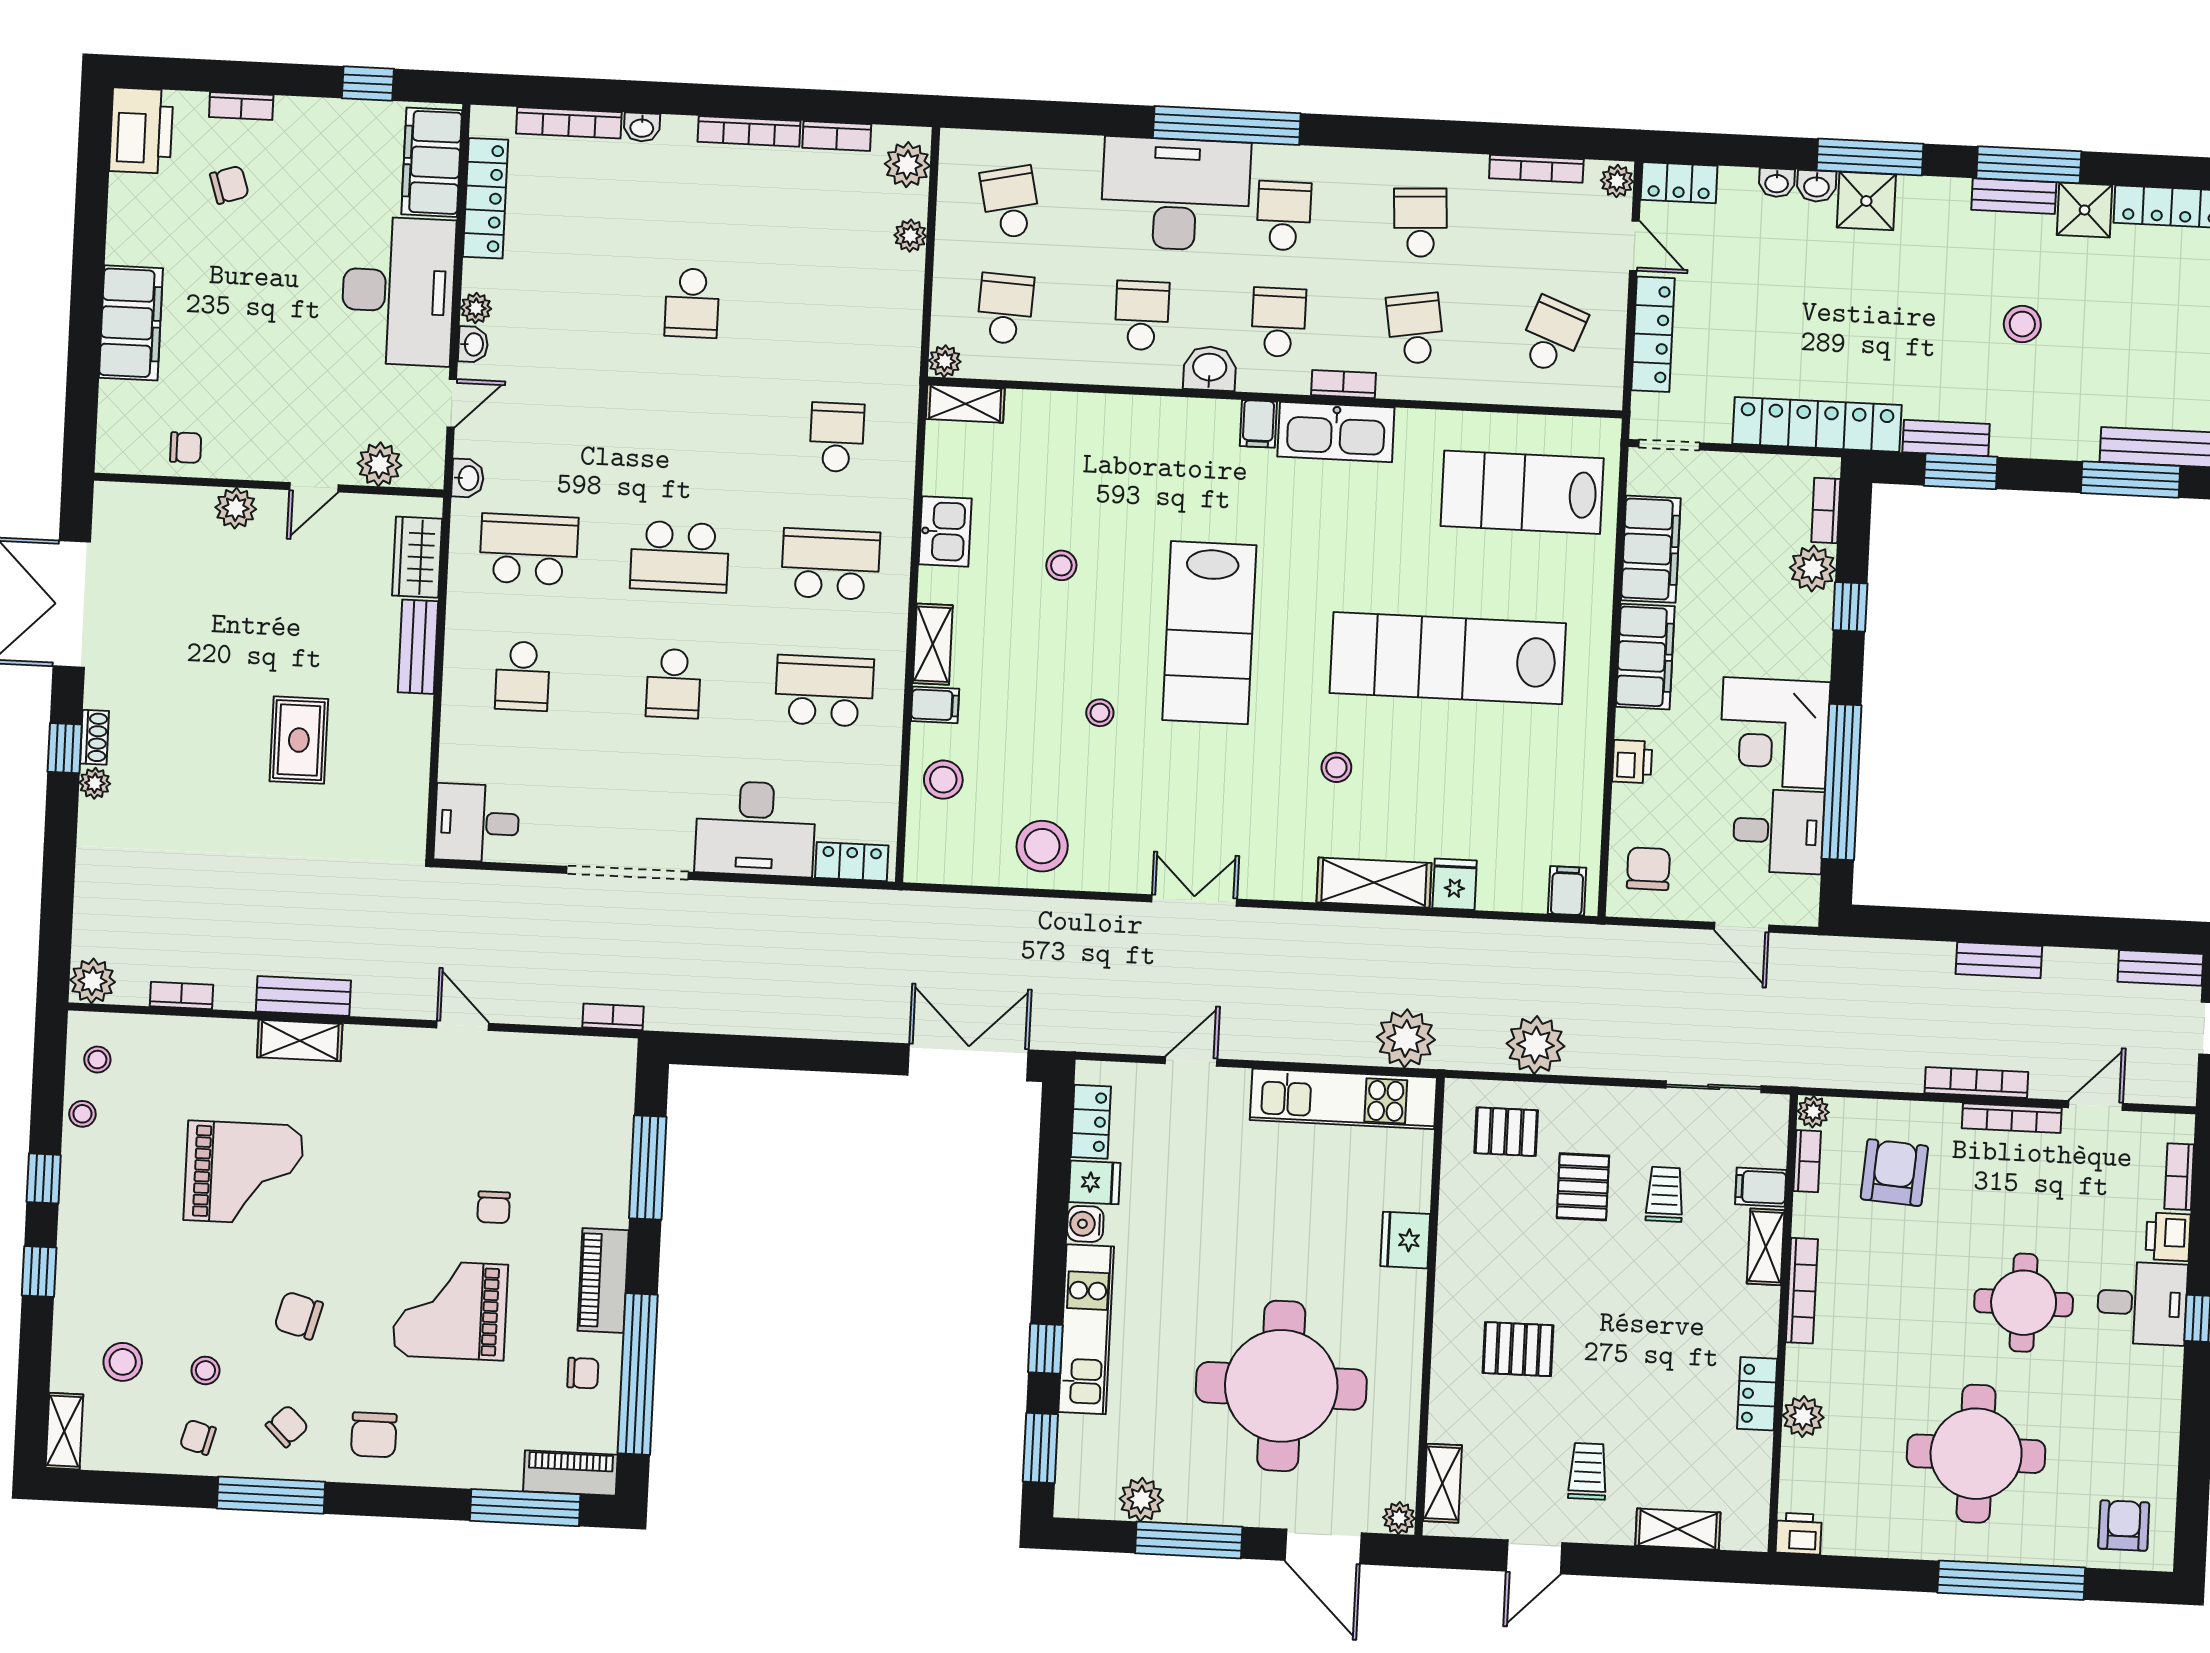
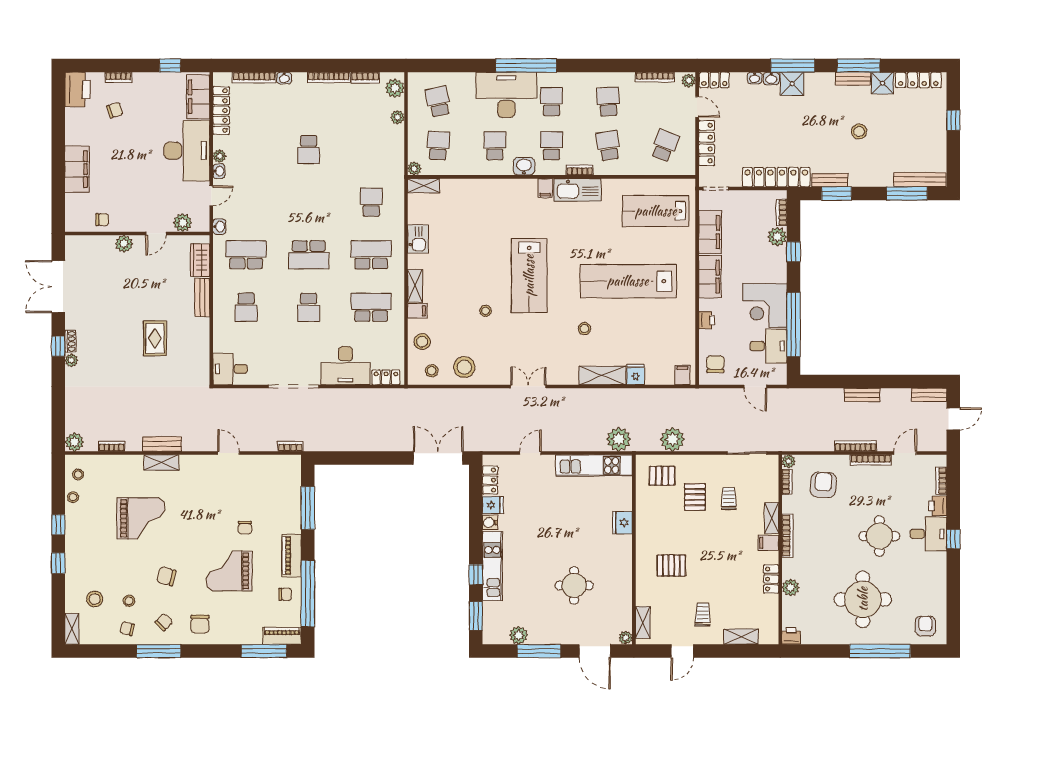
stool: (1061, 565) -> (432, 371), moved
filing cabinet: (1761, 1187) -> (768, 543), moved
round table: (1281, 1386) -> (574, 585), width x0.54, depth x0.54

